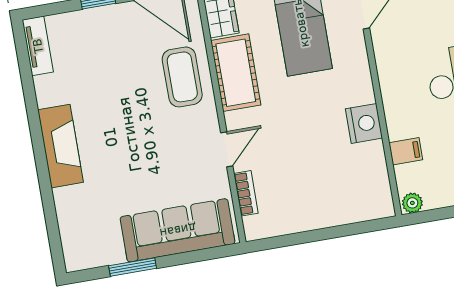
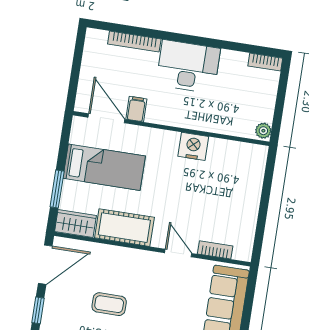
coffee table: (182, 77) -> (109, 304), moved, width x0.73, depth x0.77
filing cabinet: (406, 151) -> (136, 109), moved

